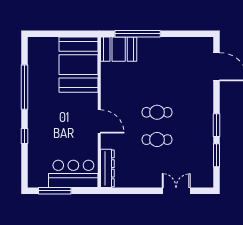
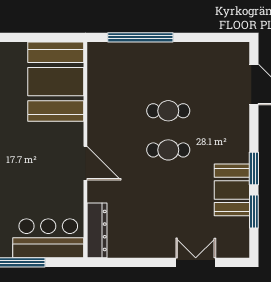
booth: (119, 49) -> (232, 190), moved, turned 90
cafe table: (157, 140) -> (168, 111), moved

